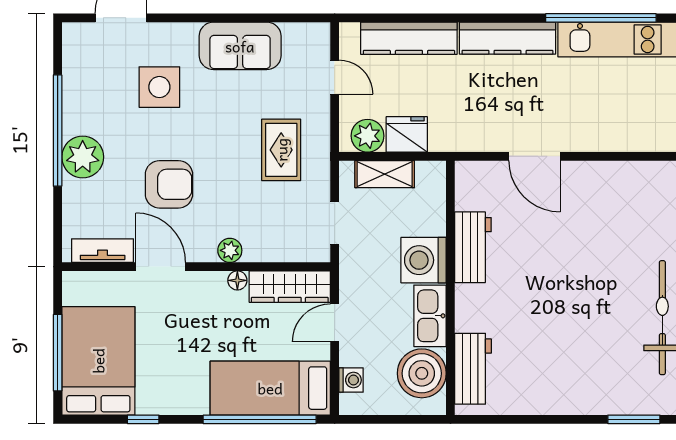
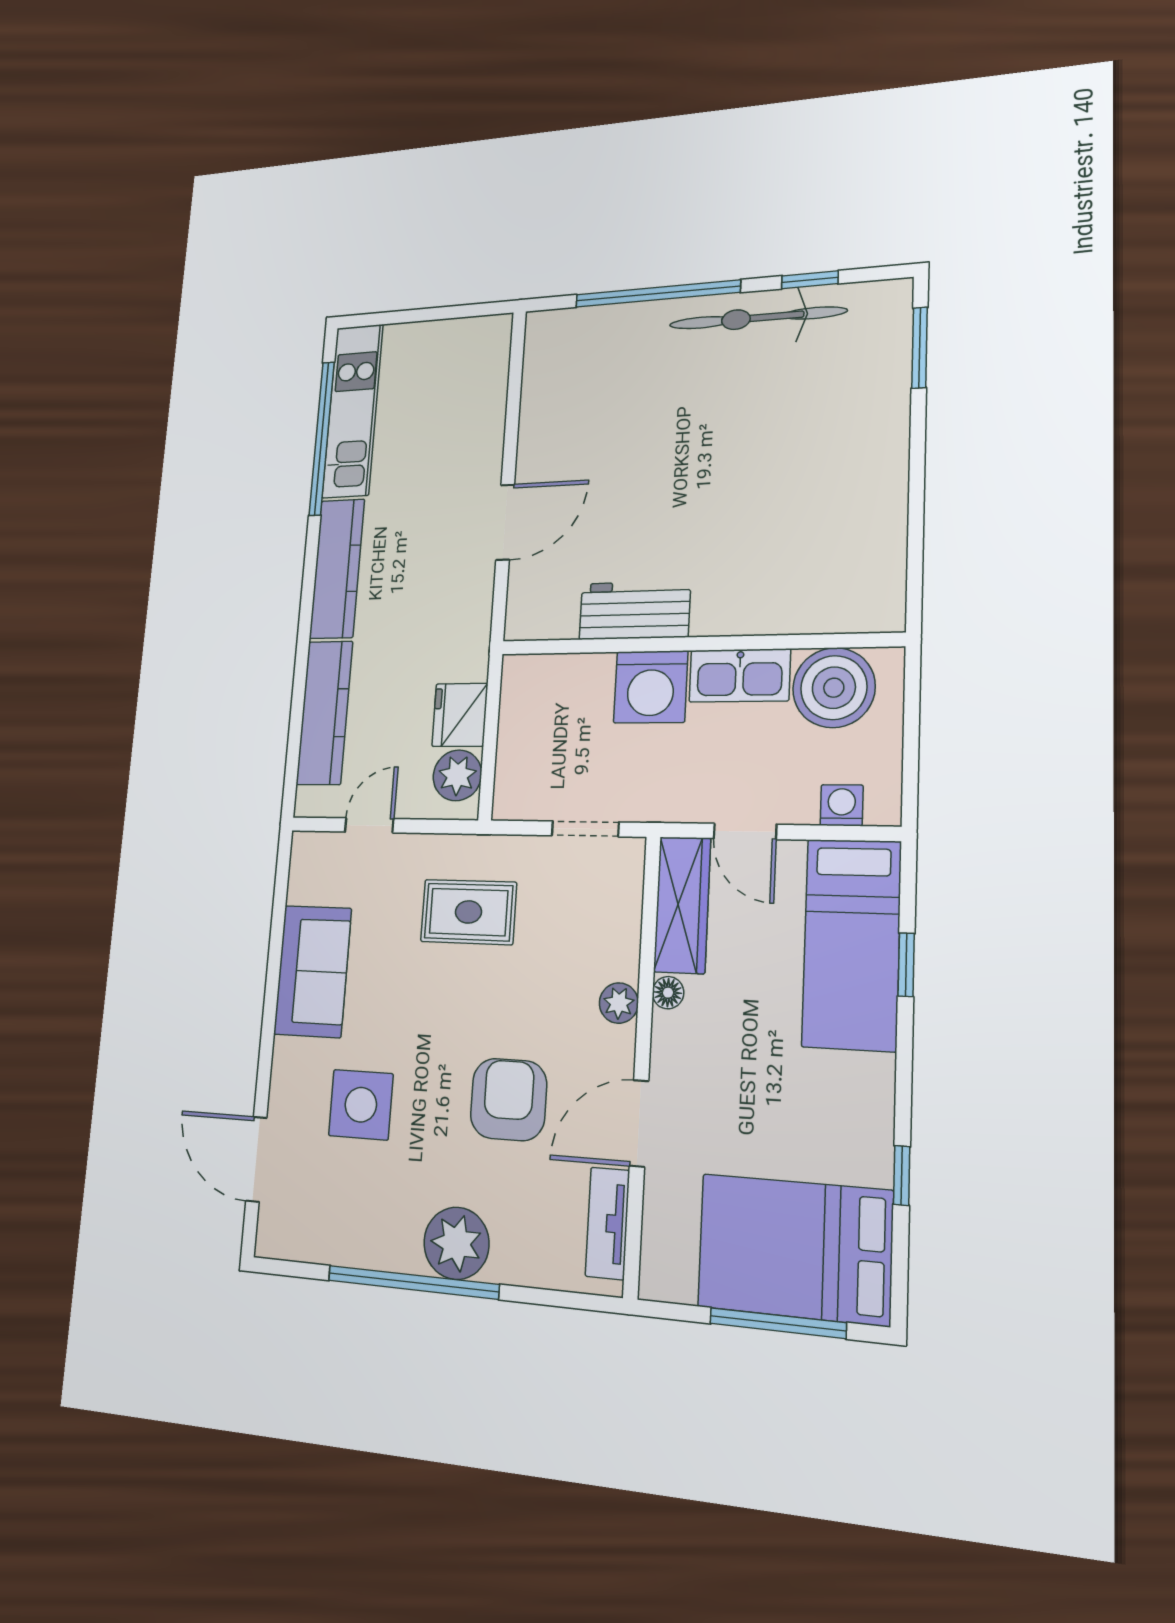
shelving: (385, 174) -> (516, 749), removed
workbench: (473, 369) -> (829, 605), removed
window: (260, 419) -> (906, 965), width x0.32

